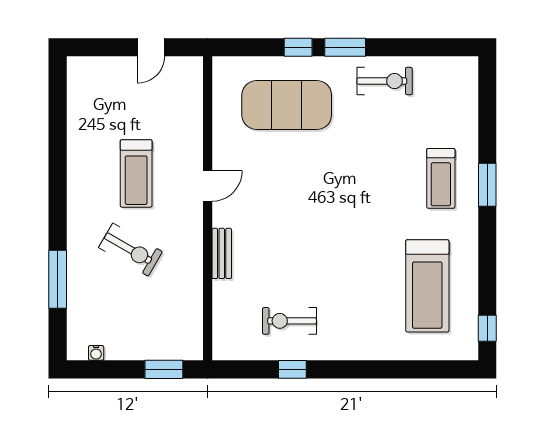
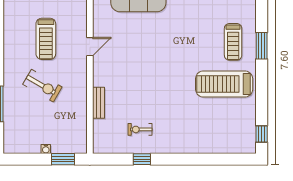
bench: (222, 253) -> (98, 103), moved
treadmill: (427, 286) -> (224, 84), moved, turned 90
exercise bike: (289, 321) -> (140, 129), width x0.73, depth x0.72
water cooler: (96, 353) -> (46, 149), moved

